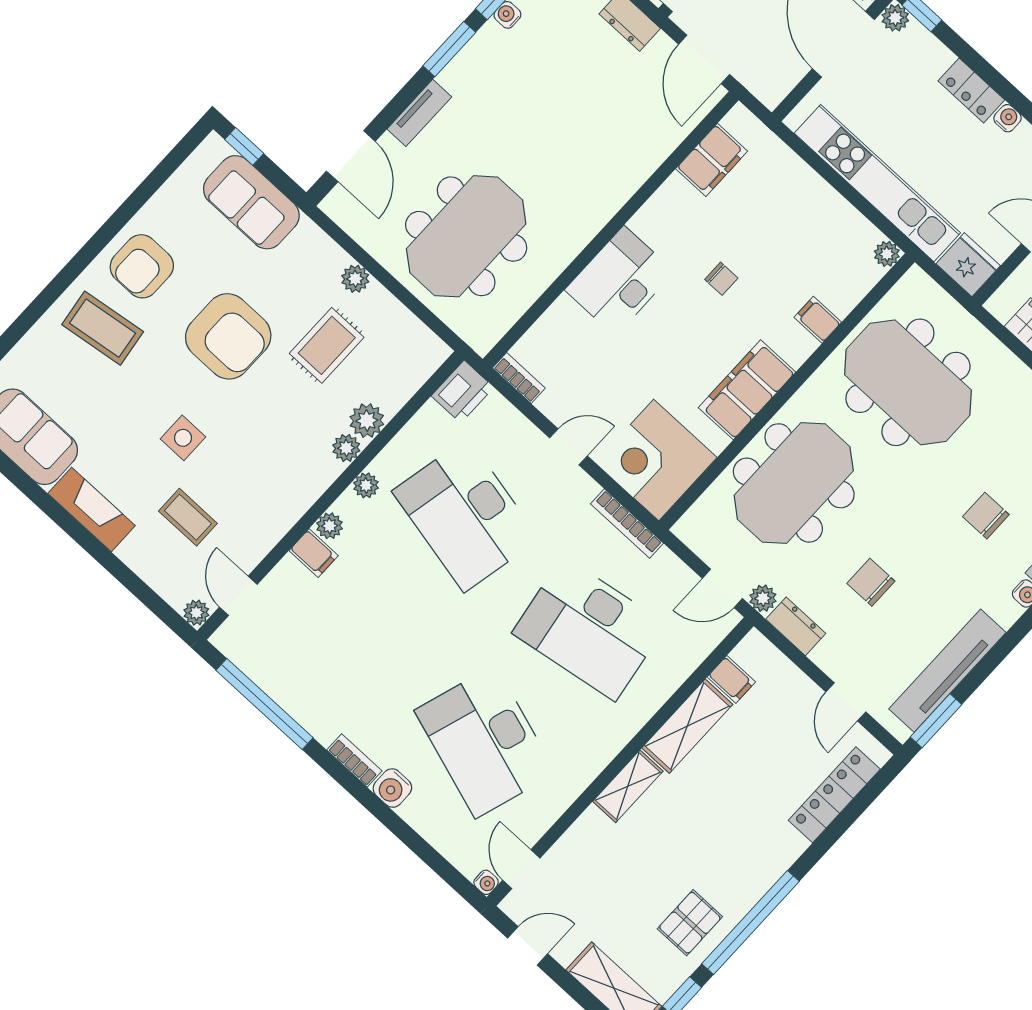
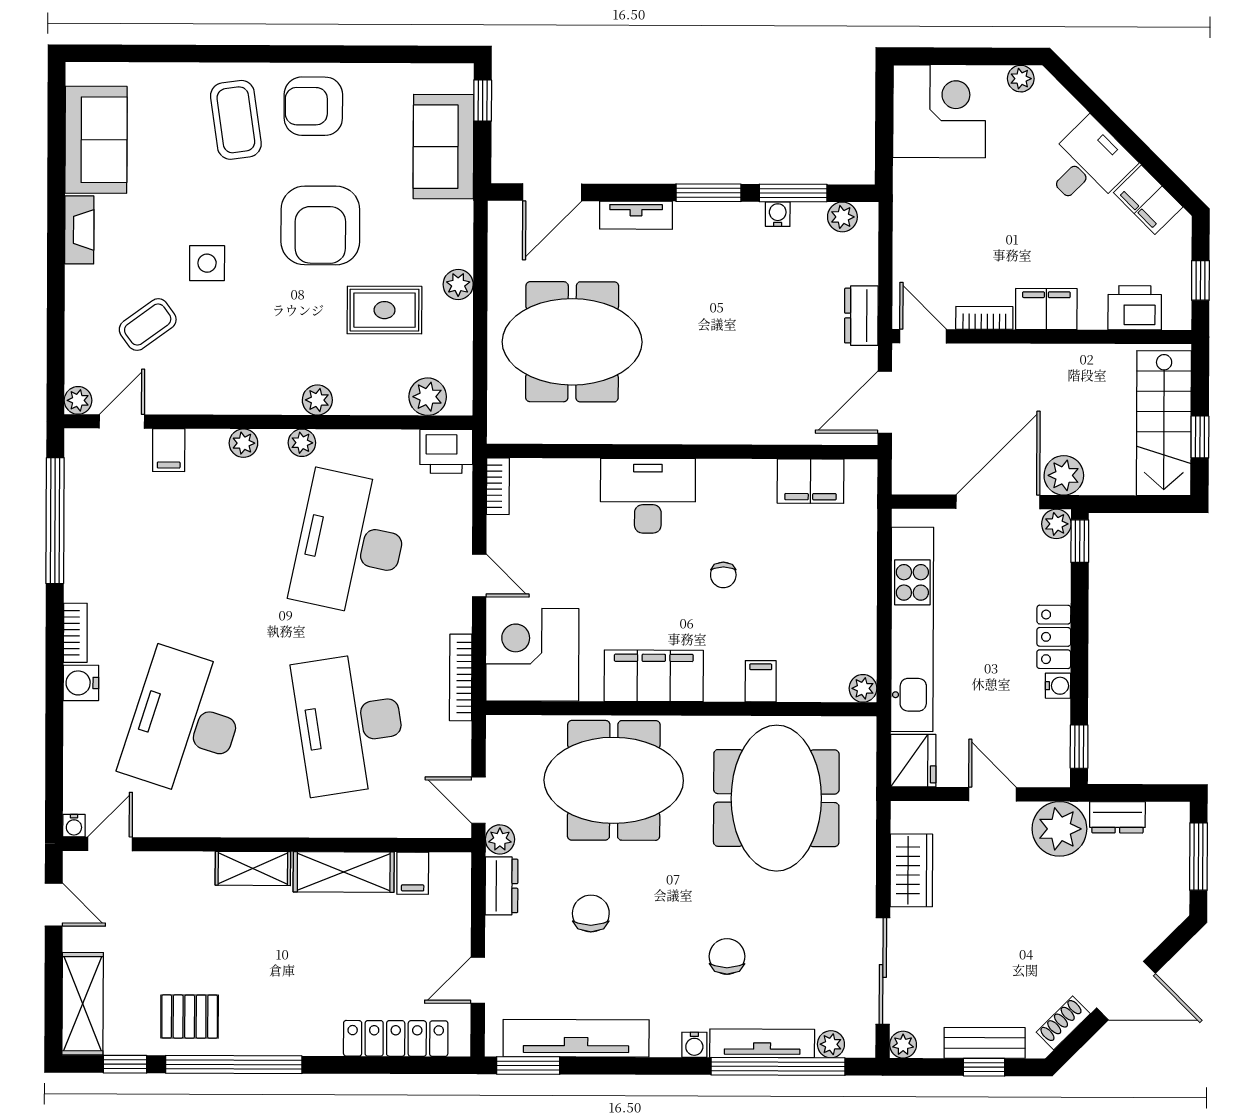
plant: (367, 421) -> (428, 397), moved
fireplace: (92, 510) -> (79, 230), width x0.73, depth x0.76
coffee table: (188, 517) -> (148, 325), turned 54
filing cabinet: (314, 553) -> (169, 450), moved

